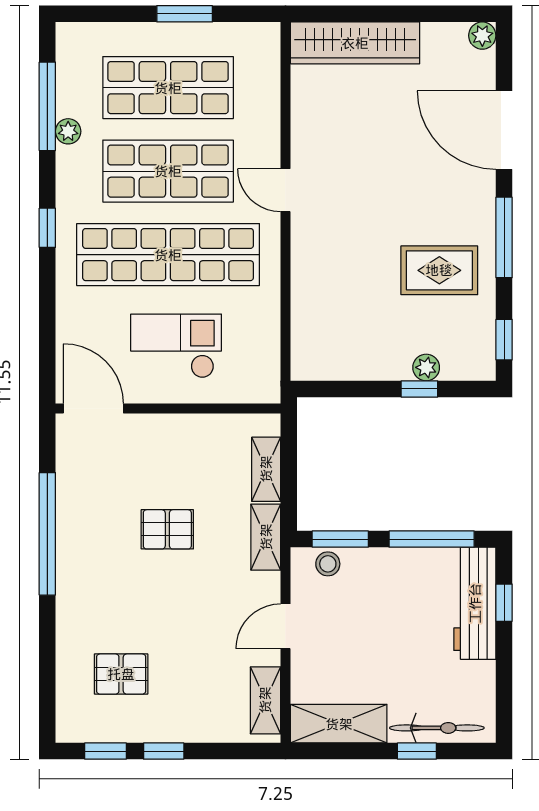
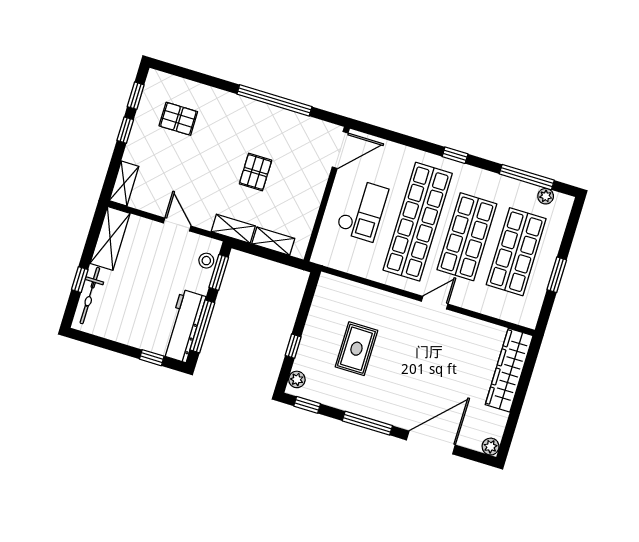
plant: (68, 131) -> (546, 196), moved
rug: (439, 270) -> (356, 349), moved
plant: (426, 367) -> (297, 379), moved
workbench: (475, 603) -> (184, 326), moved, turned -90
pallet: (121, 674) -> (178, 119), turned 90
shelving: (265, 700) -> (124, 183), moved, turned 90

